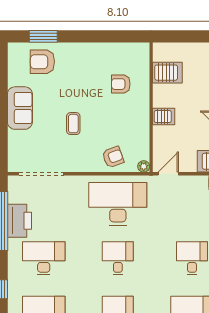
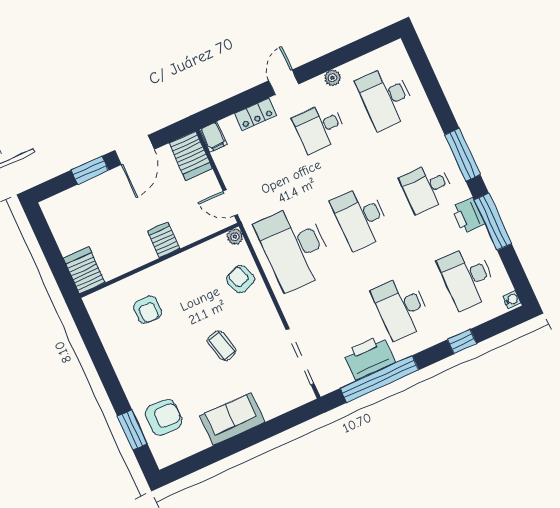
armchair: (42, 62) -> (164, 417), turned -90
server rack: (167, 73) -> (84, 270), moved
coffee table: (73, 124) -> (222, 346), turned 75
desk: (118, 258) -> (361, 217), width x1.37

